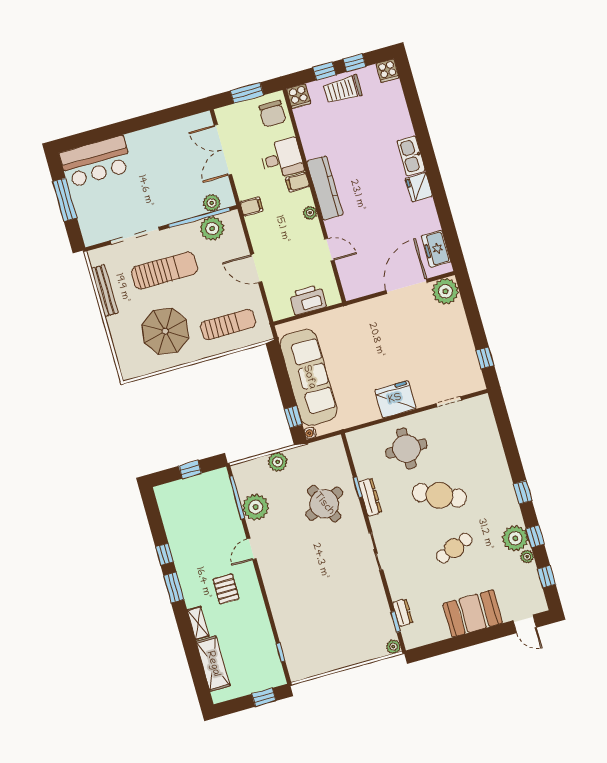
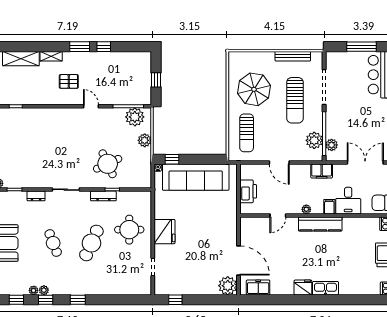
filing cabinet: (251, 207) -> (322, 171), width x2.00
door: (256, 268) -> (279, 163), swing flipped
plant: (256, 507) -> (135, 117), moved
plant: (515, 538) -> (44, 290), width x0.53, depth x0.53
dresser: (403, 613) -> (36, 196), moved

